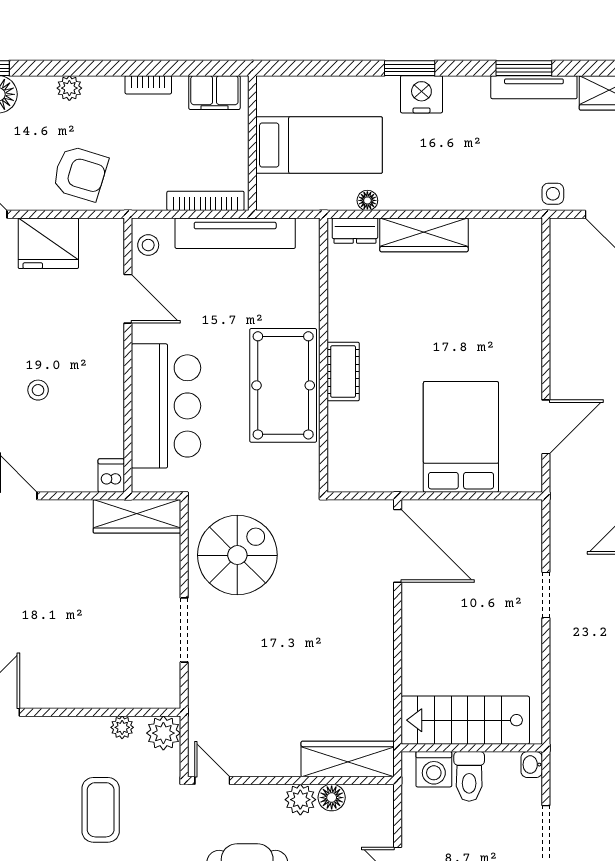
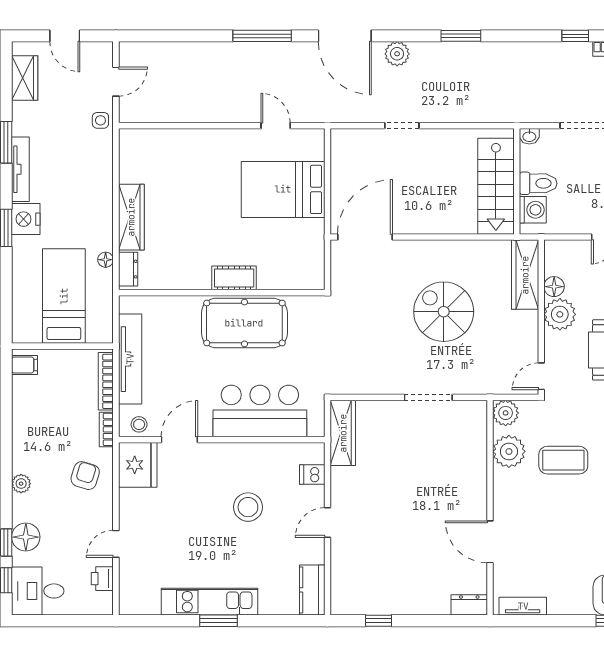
bookcase: (148, 85) -> (106, 429), moved, turned 180
tv unit: (534, 87) -> (20, 169), moved
filing cabinet: (214, 93) -> (24, 365), width x0.50
armchair: (80, 173) -> (85, 476), width x0.72, depth x0.72
fridge: (48, 243) -> (138, 465), moved
stool: (38, 390) -> (248, 507), width x1.89, depth x1.89
door: (546, 427) -> (276, 126), width x0.73
dishwasher: (111, 476) -> (312, 474), moved
spiral stairs: (237, 555) -> (444, 312), moved
plant: (122, 727) -> (509, 451), width x1.88, depth x1.88
plant: (300, 800) -> (560, 314), width x1.36, depth x1.36

